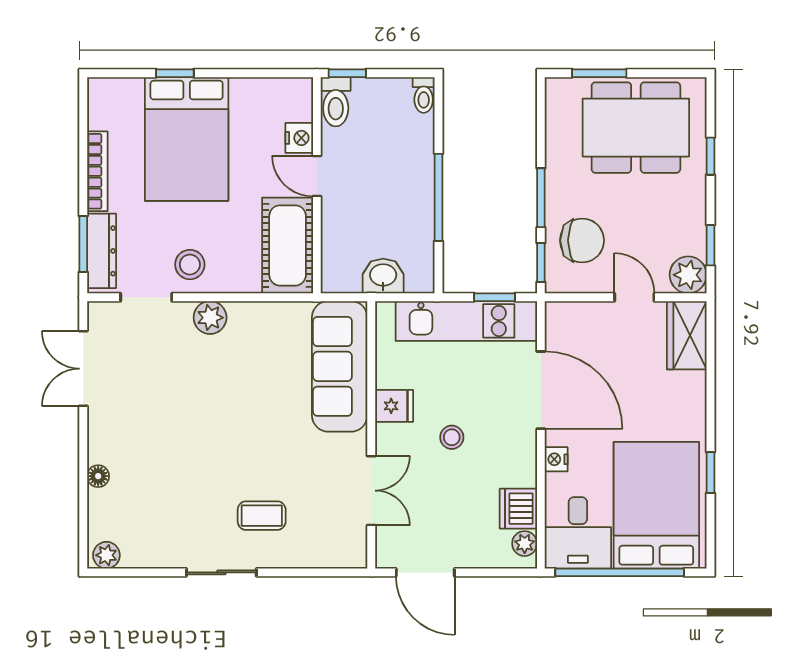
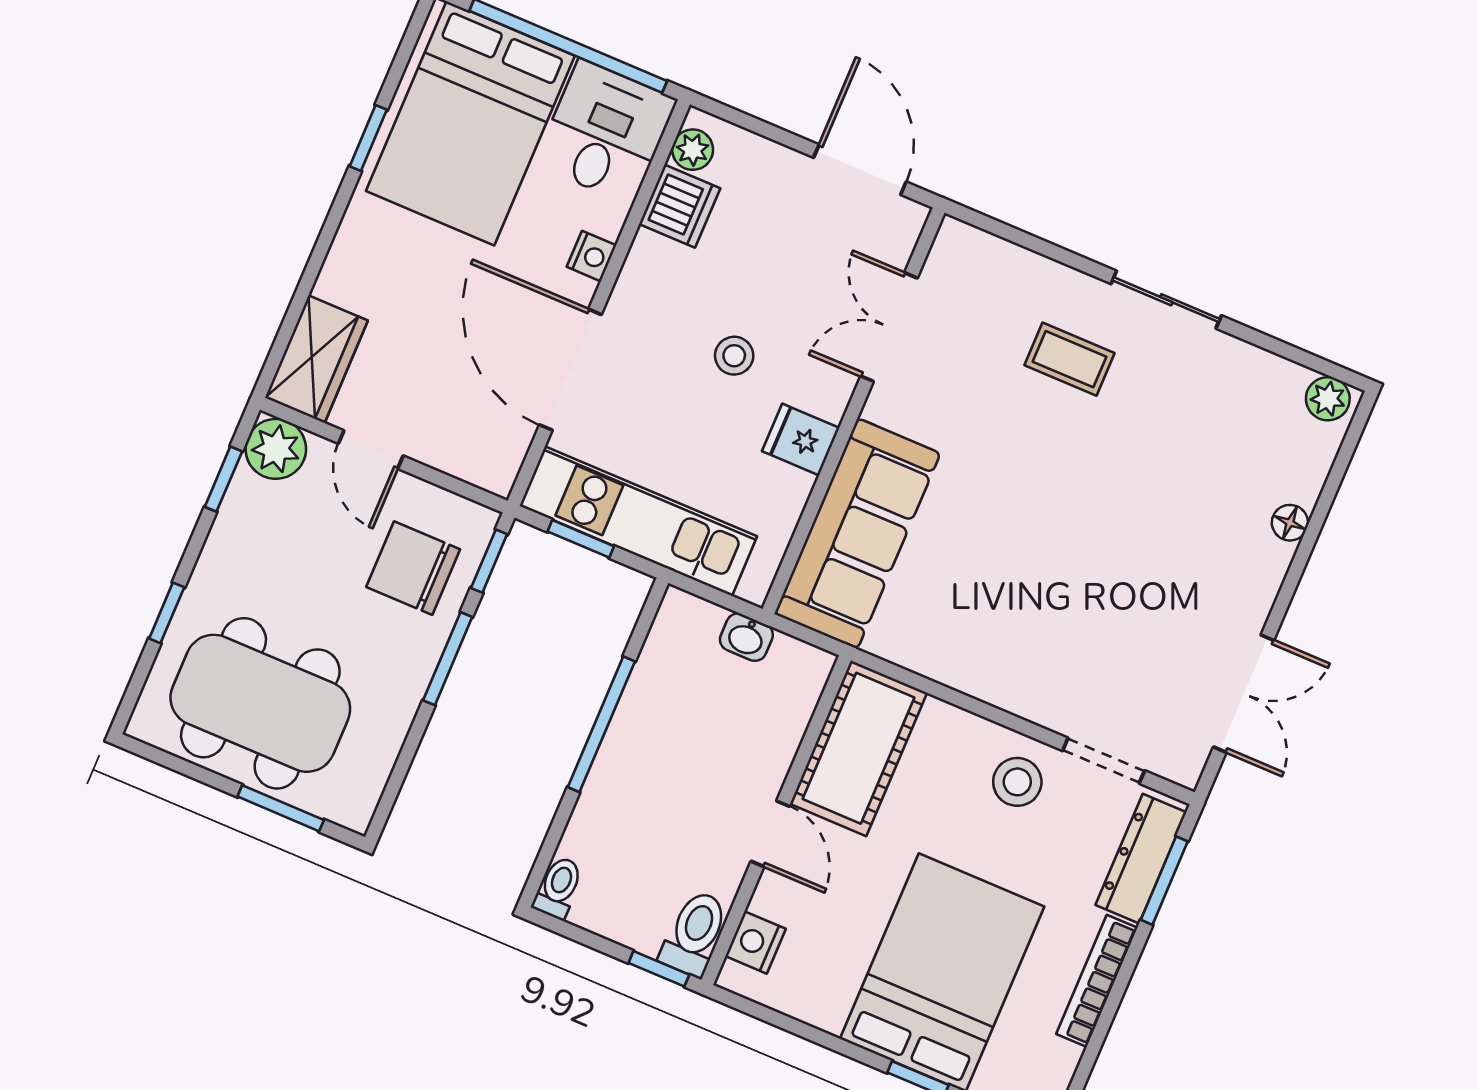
nightstand: (299, 138) -> (755, 942), moved
washbasin: (383, 276) -> (746, 637), width x0.72, depth x0.69
plant: (210, 318) -> (1021, 690), removed

